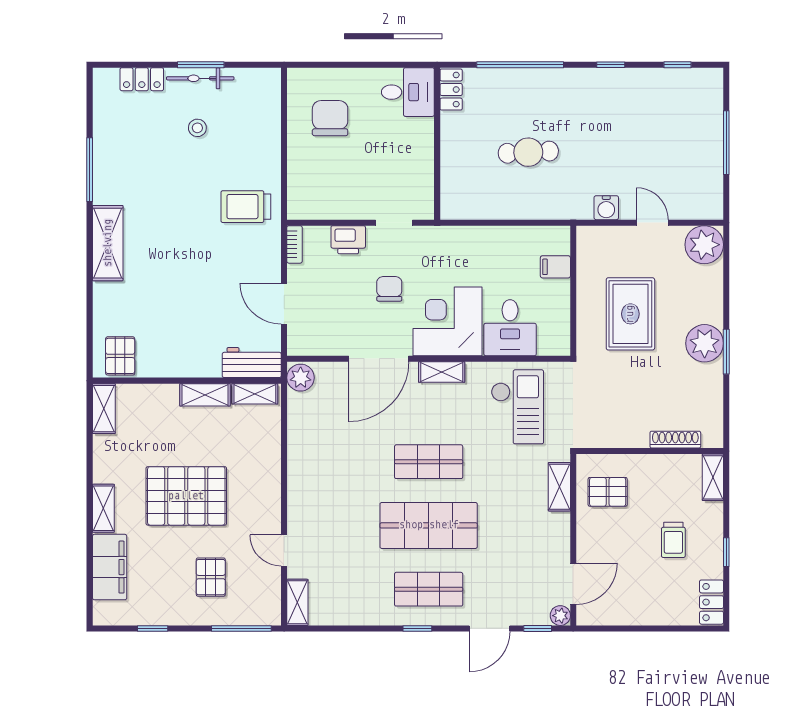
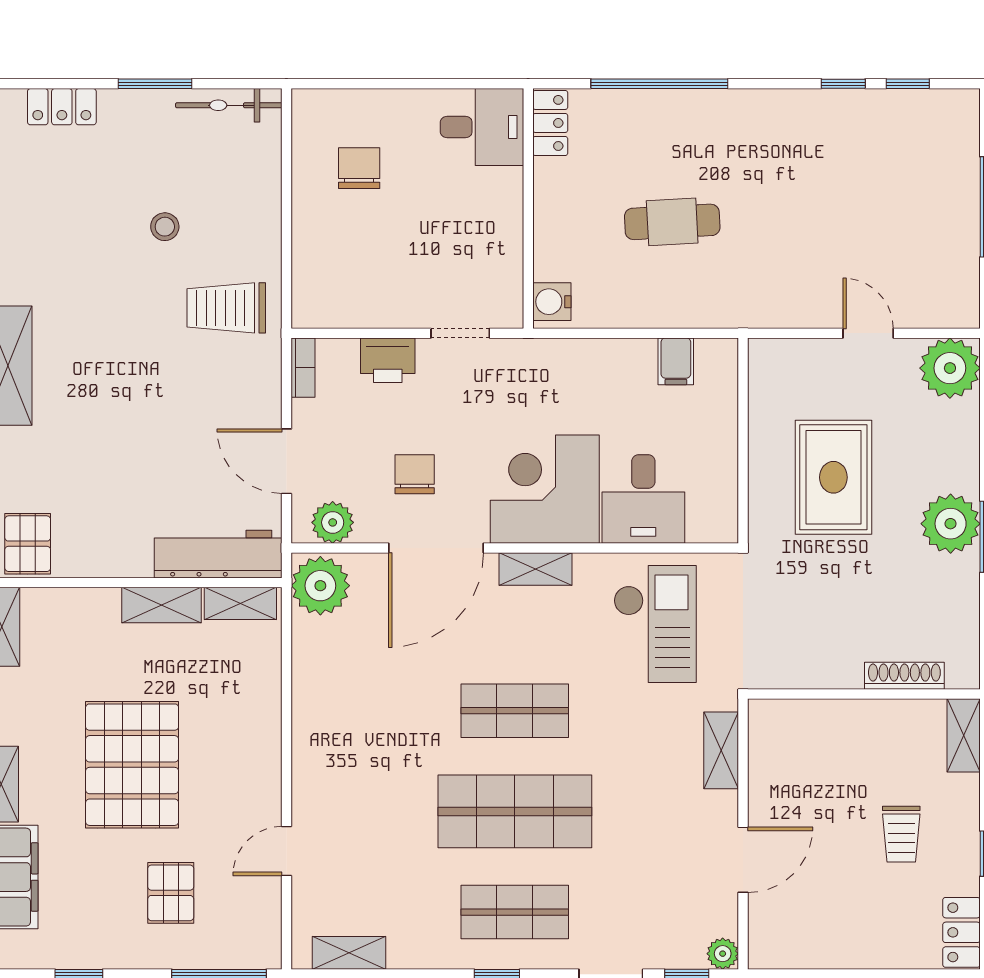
window: (611, 65) -> (843, 84), moved
bicycle: (200, 78) -> (229, 105), moved
chair: (330, 118) -> (359, 168), width x0.73, depth x0.73
stool: (197, 128) -> (165, 227), moved
water cooler: (606, 208) -> (552, 302), moved, turned 90
filing cabinet: (555, 267) -> (676, 361), moved, turned -90
chair: (389, 289) -> (415, 474), moved
plant: (313, 343) -> (333, 522), added
workbench: (252, 363) -> (218, 554), width x1.38
plant: (301, 378) -> (320, 586), width x1.36, depth x1.36
pallet: (608, 492) -> (797, 758), removed
pallet: (186, 496) -> (132, 765), turned 90
door: (284, 551) -> (286, 851), hinge flipped
door: (573, 584) -> (743, 860), moved
shelving: (297, 602) -> (349, 953), moved, turned 90

